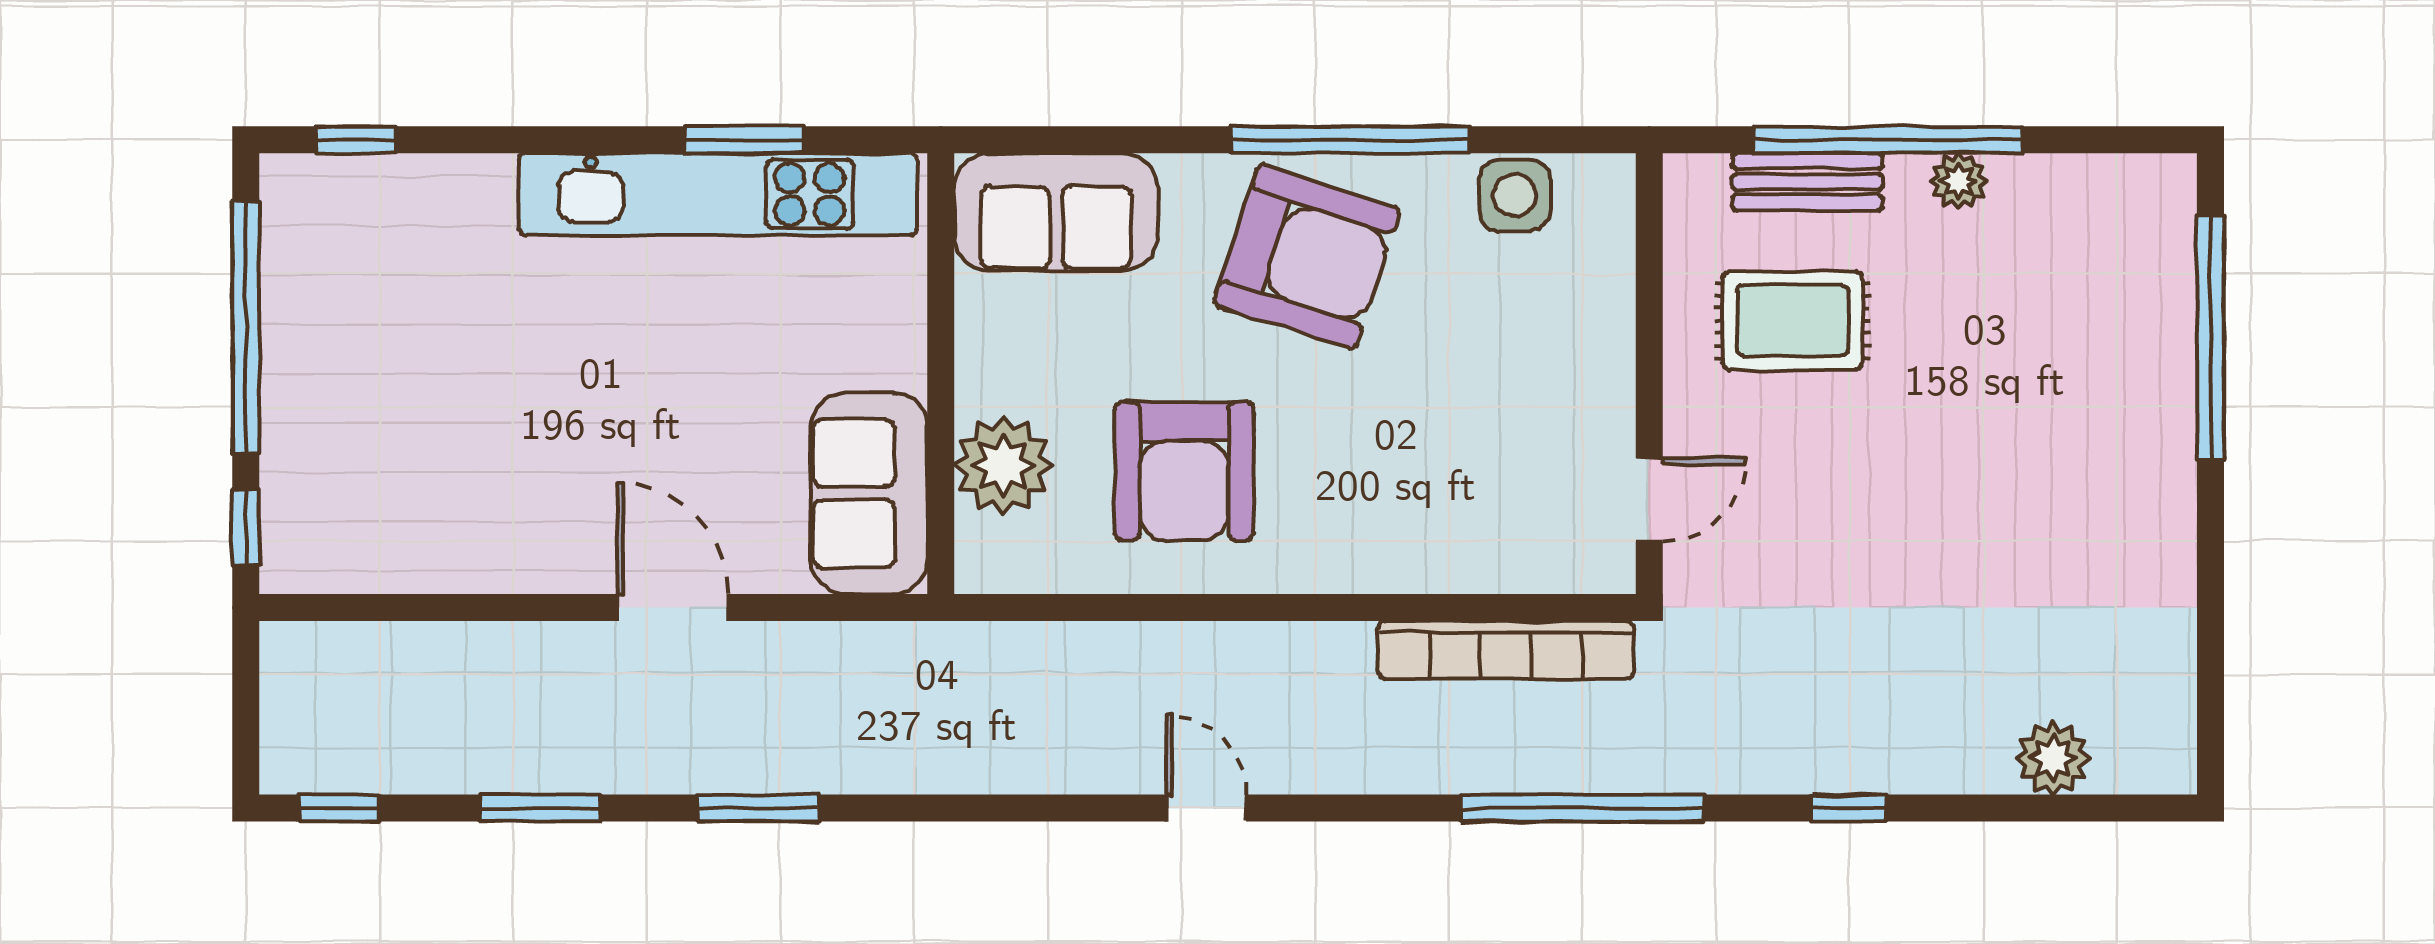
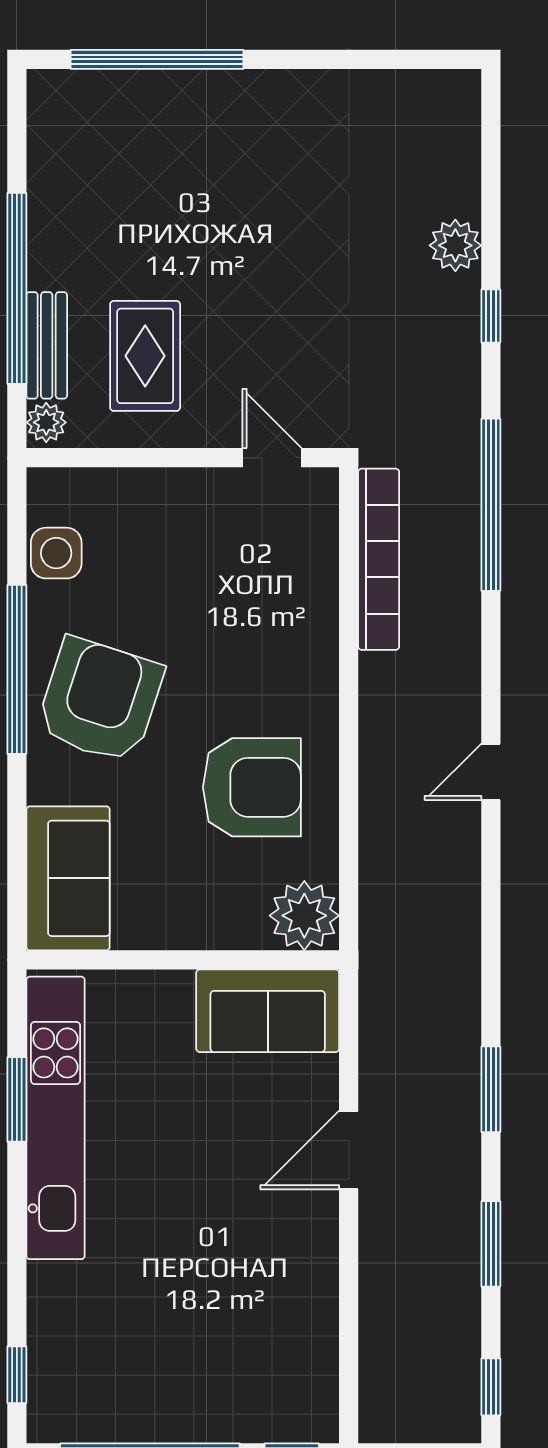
plant: (1959, 181) -> (46, 422), moved
plant: (1003, 465) -> (304, 916), moved
plant: (2053, 758) -> (455, 245), moved

